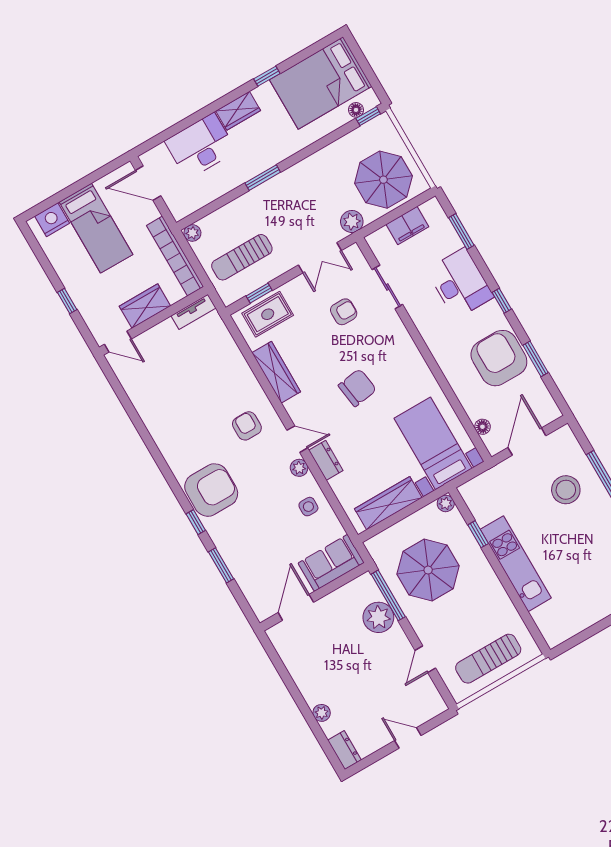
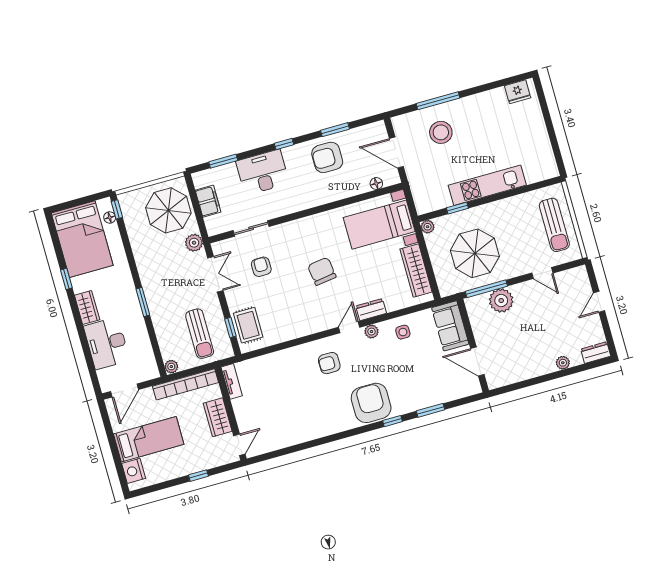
armchair: (499, 358) -> (327, 157), width x0.73, depth x0.73
wardrobe: (276, 372) -> (294, 330), removed

